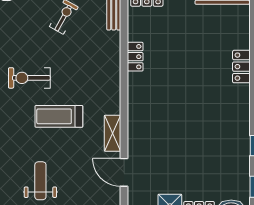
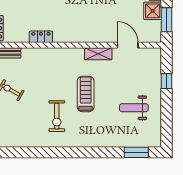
treadmill: (59, 116) -> (86, 94), turned 180
door: (124, 172) -> (128, 45), swing flipped

